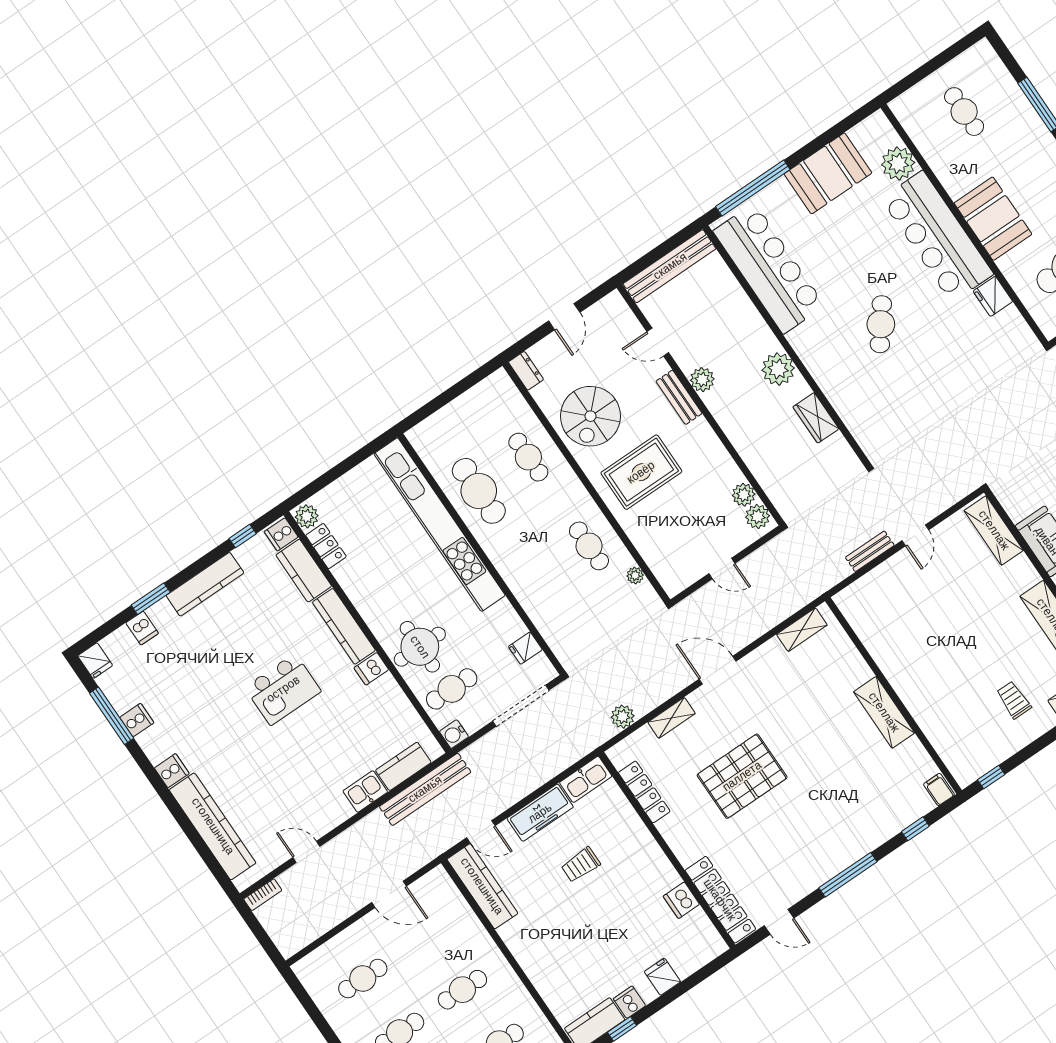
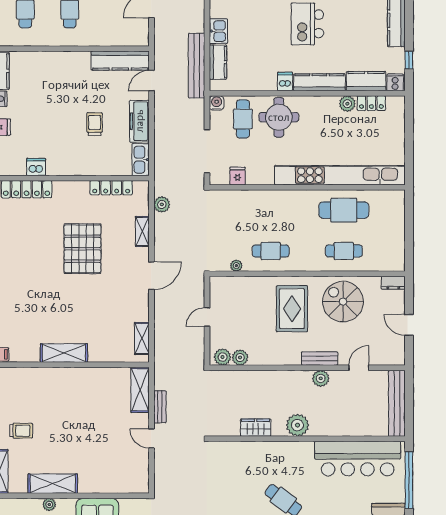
plant: (307, 516) -> (347, 104), moved
shelving: (994, 530) -> (140, 390), moved, turned 90

